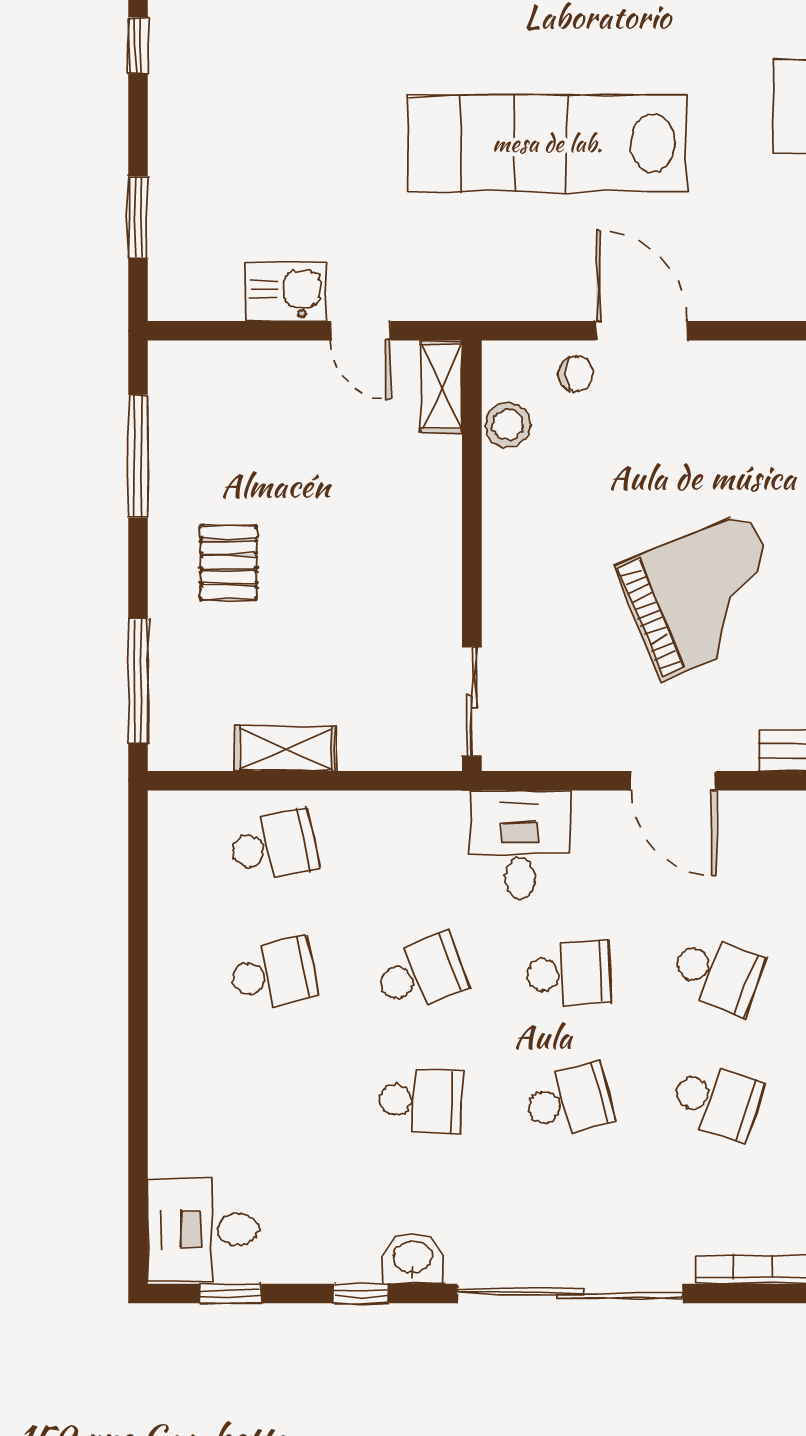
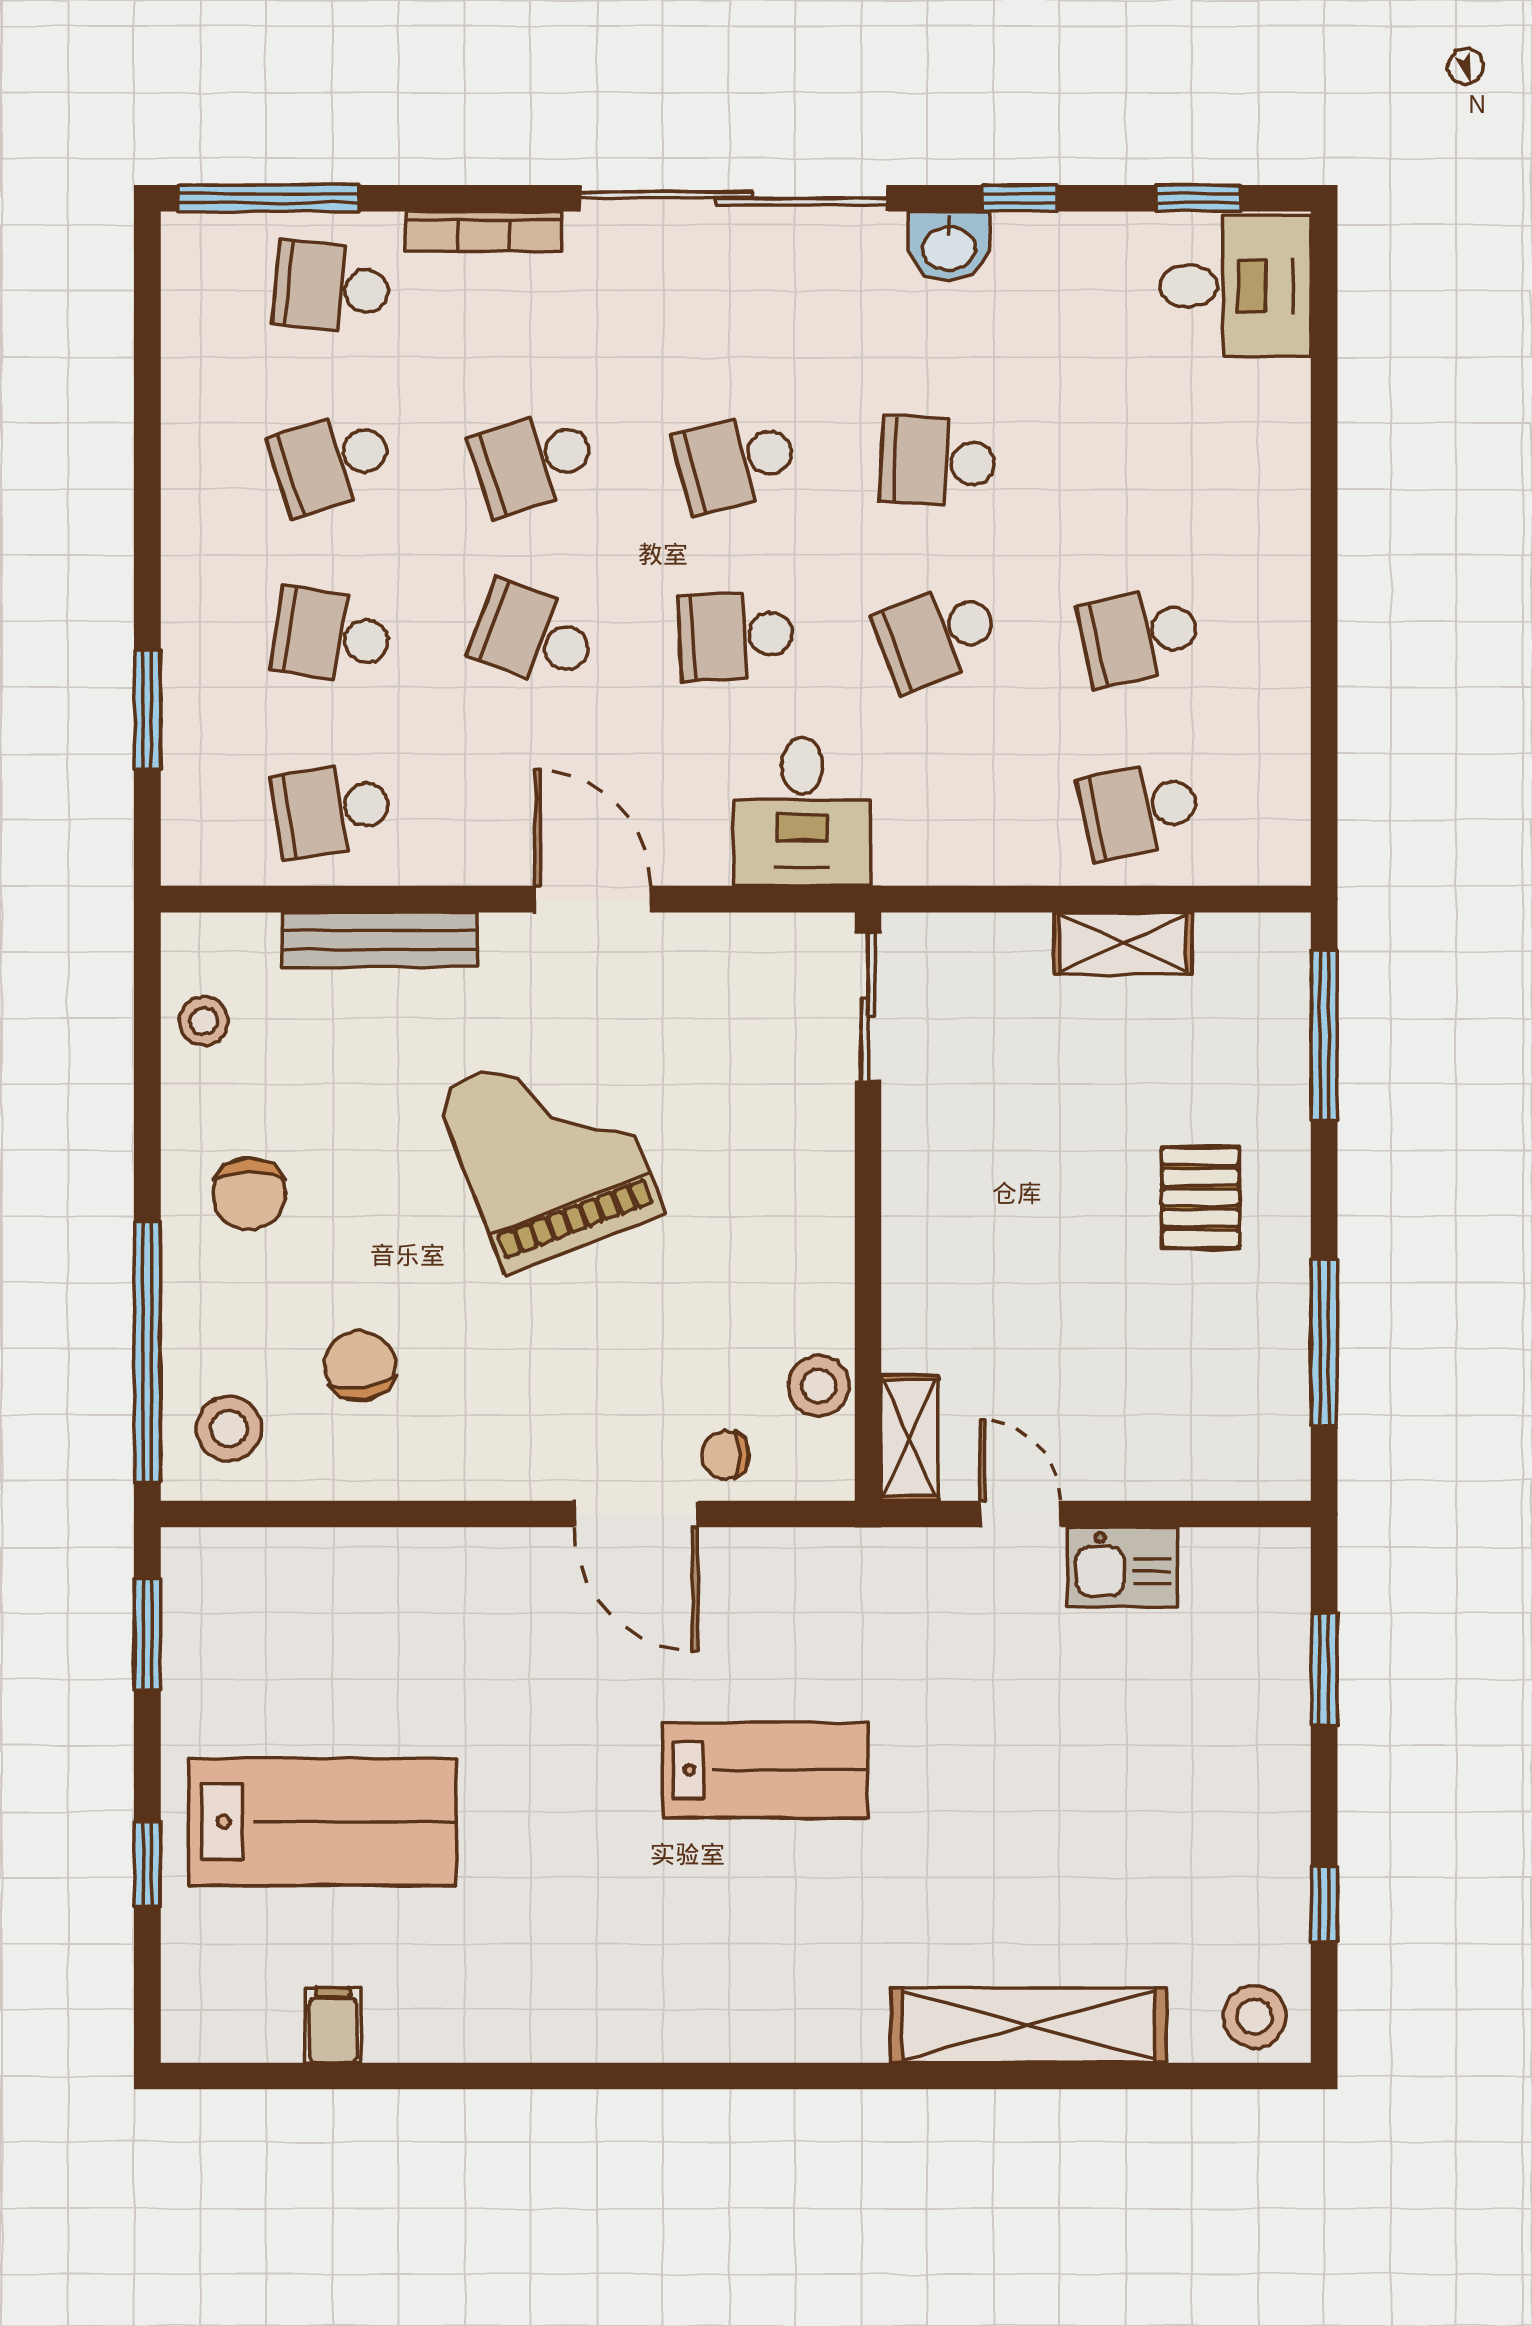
lab bench: (547, 143) -> (765, 1770), width x0.54, depth x0.72
grand piano: (705, 596) -> (549, 1152), turned 91
school desk: (716, 1101) -> (534, 462), turned -36

